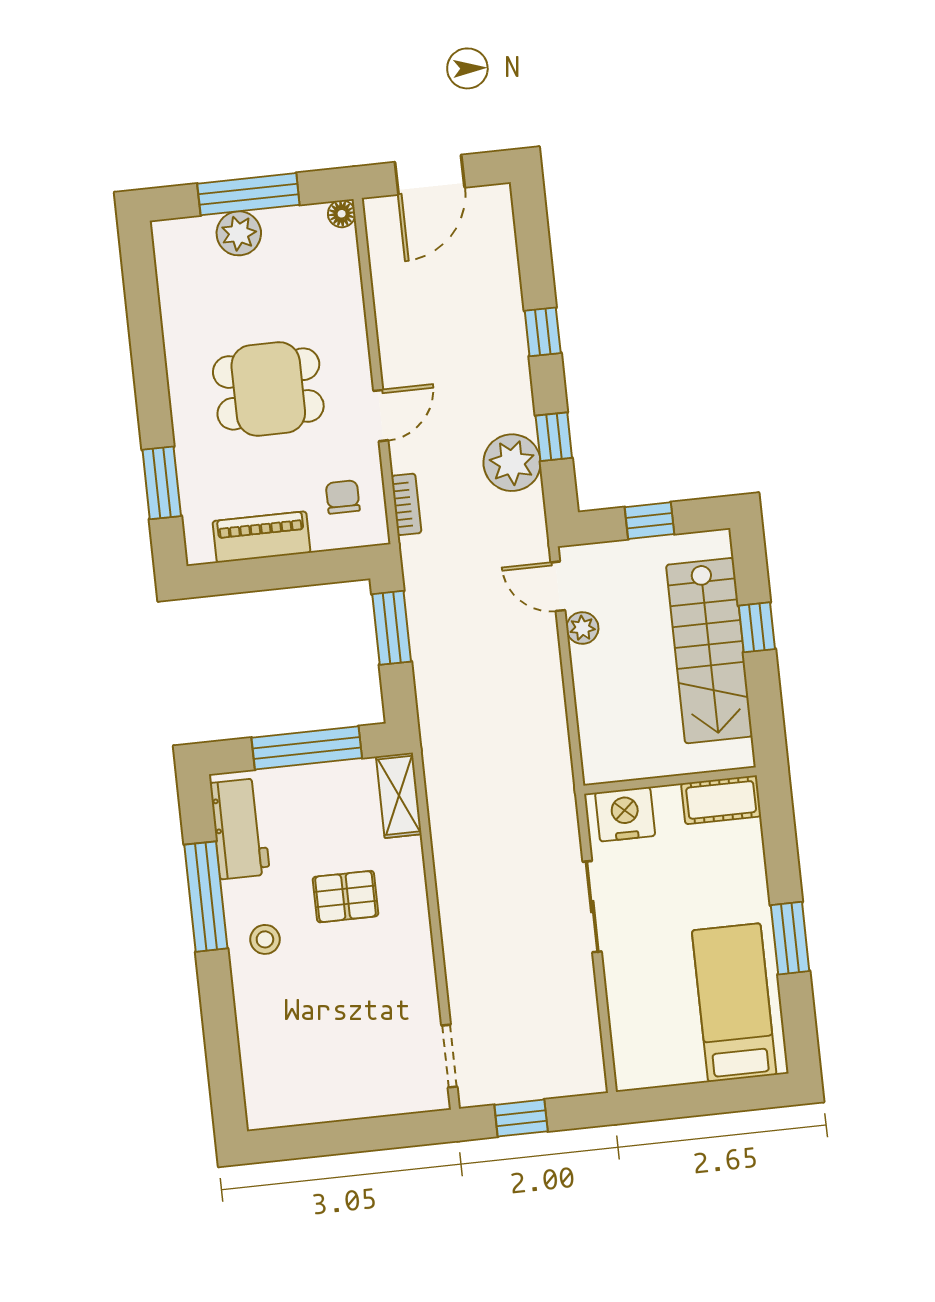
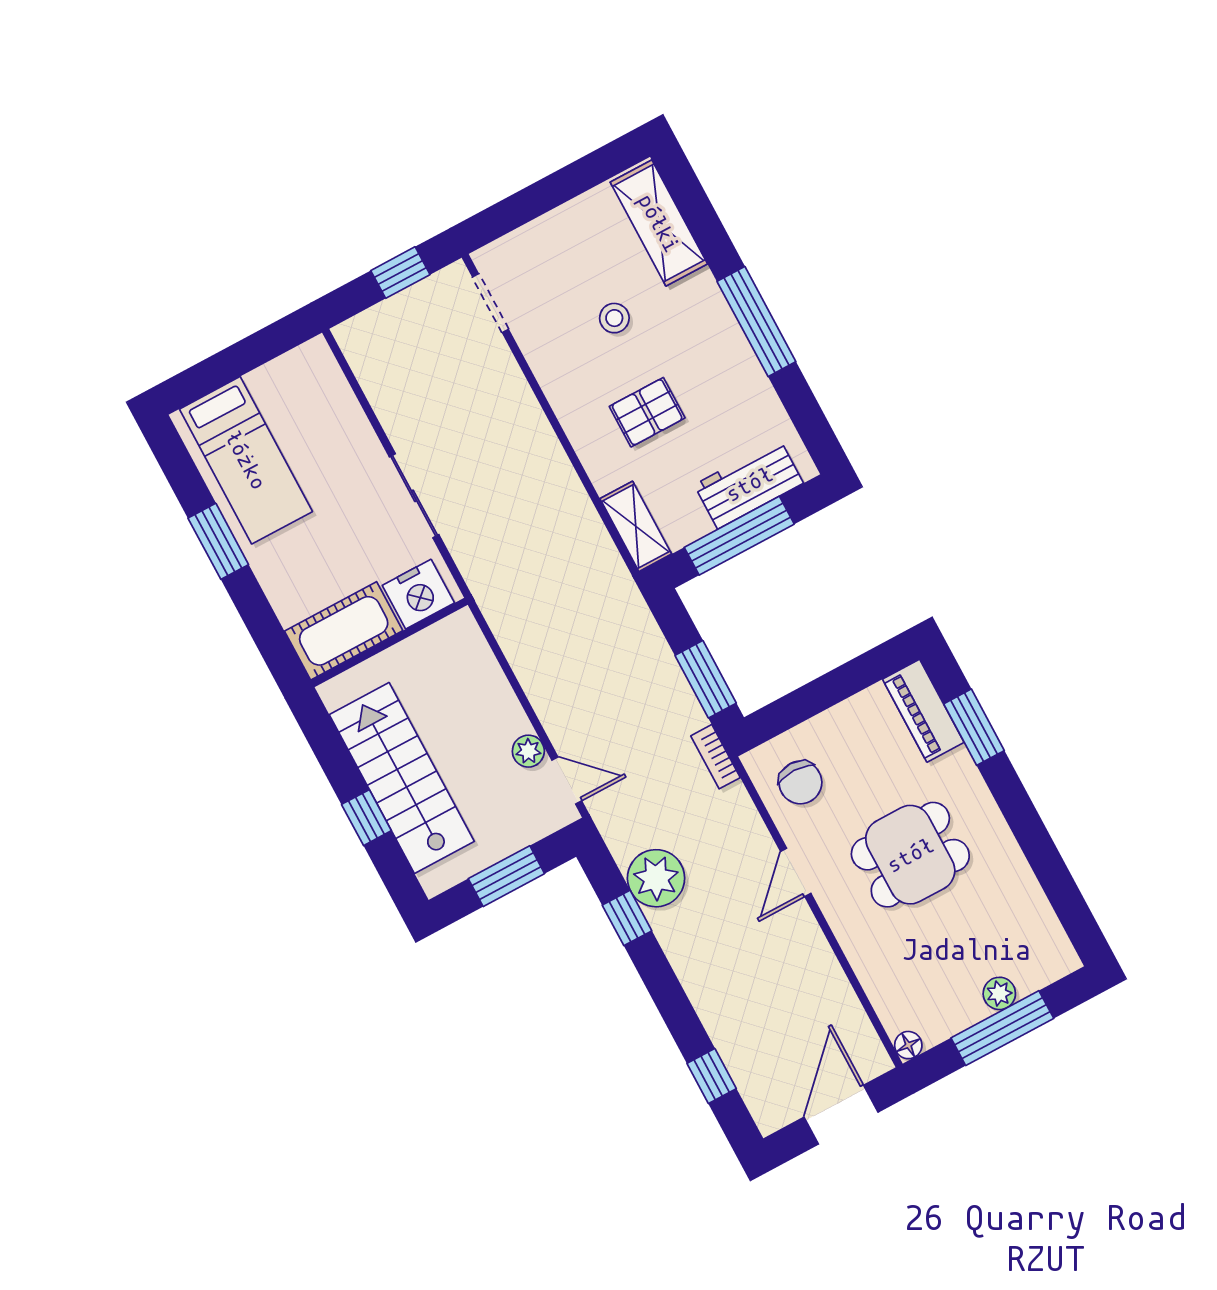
plant: (239, 233) -> (999, 993), width x0.73, depth x0.73
window: (543, 332) -> (712, 1076), moved
chair: (343, 497) -> (800, 782), width x1.37, depth x1.37
bookcase: (406, 504) -> (716, 757), moved
window: (650, 521) -> (506, 876), width x1.50
piano: (261, 537) -> (923, 711), moved, turned 90
cot: (721, 800) -> (344, 631), width x1.37, depth x1.34
workbench: (240, 829) -> (749, 484), moved, turned 90
window: (206, 897) -> (756, 322), moved
stool: (265, 939) -> (614, 318), moved
shelving: (264, 1067) -> (659, 223), added

